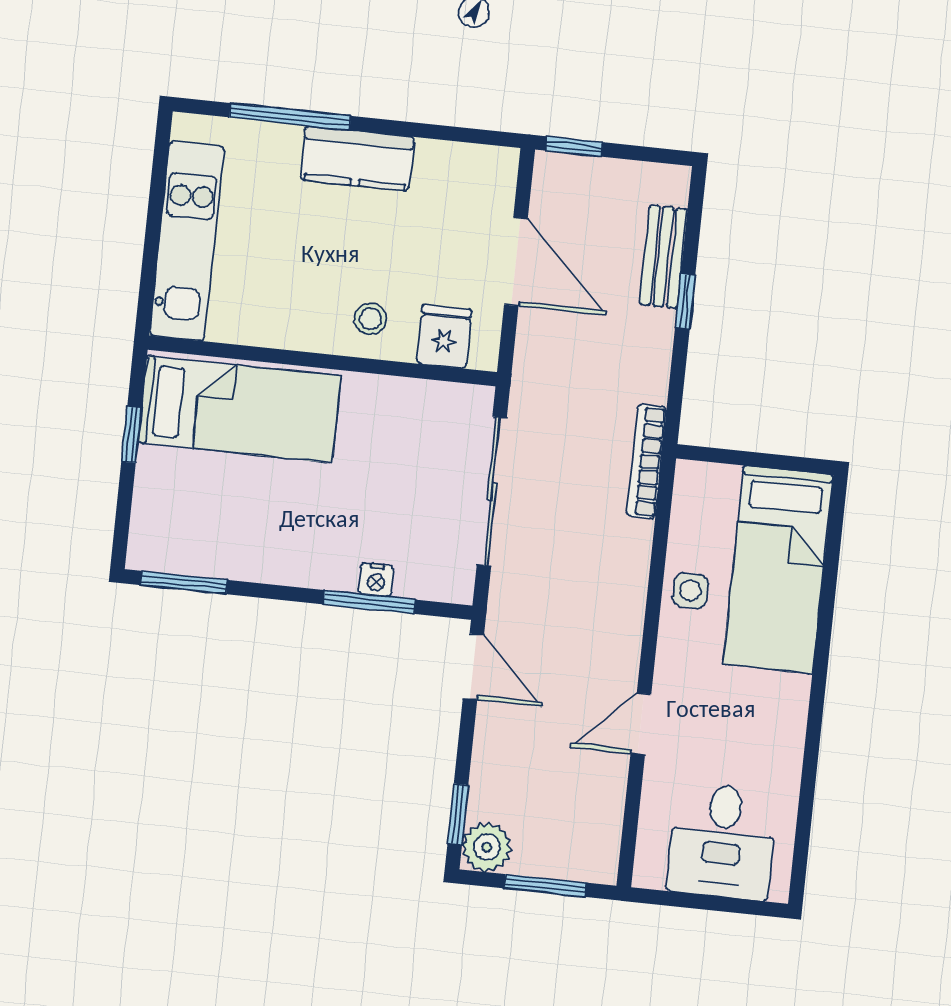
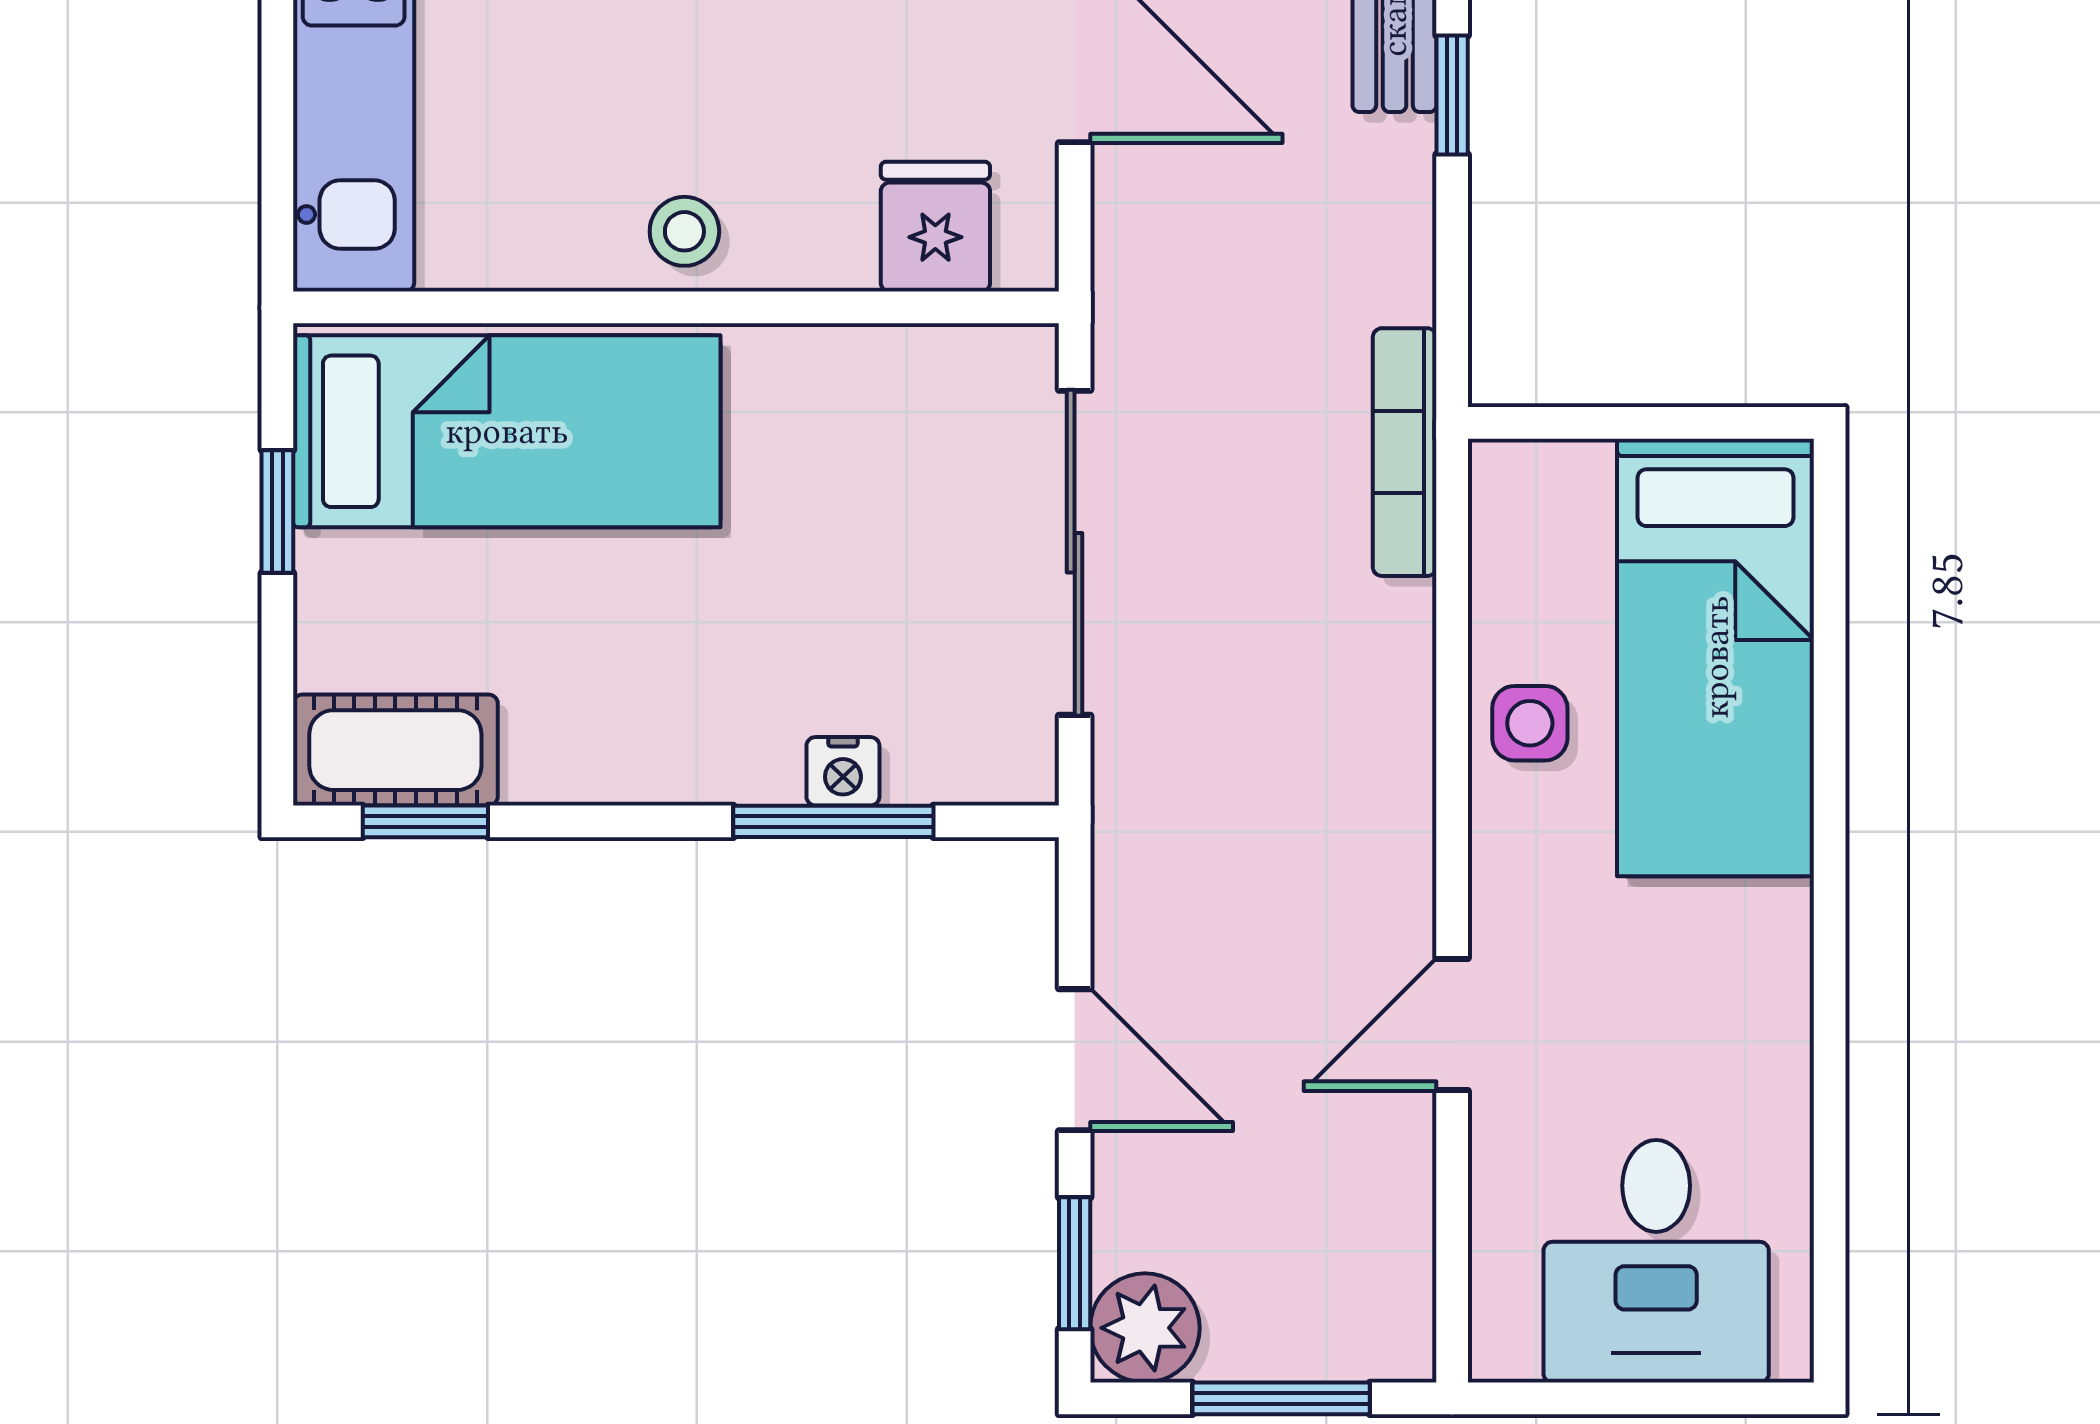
stool: (371, 319) -> (684, 231), moved
cot: (174, 549) -> (395, 750), added
window: (184, 583) -> (425, 821), width x0.67
door: (473, 667) -> (1075, 1060), moved

